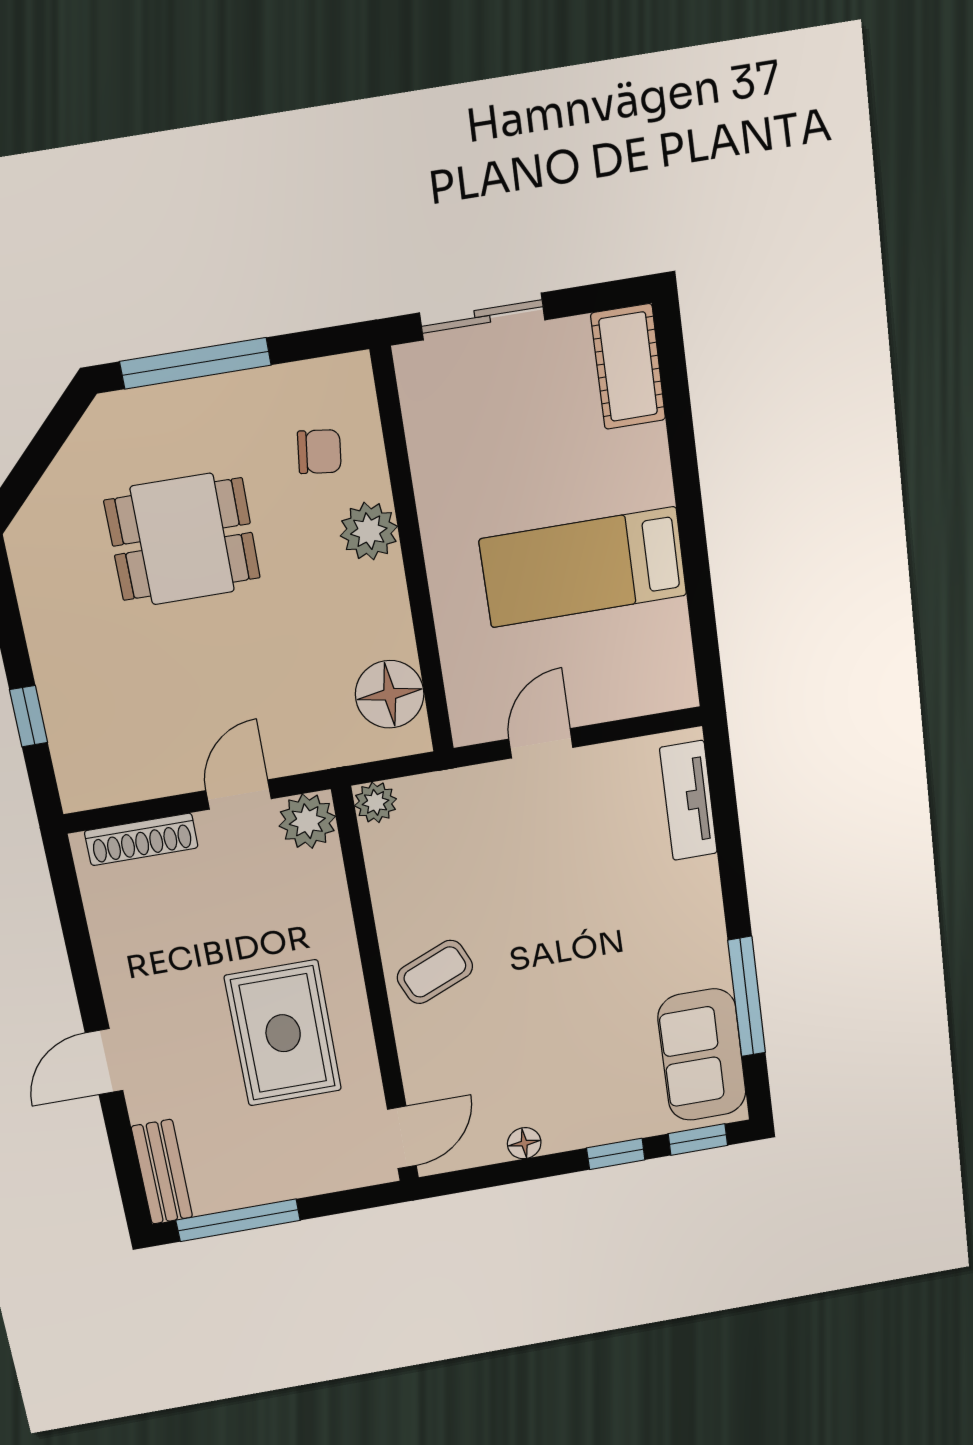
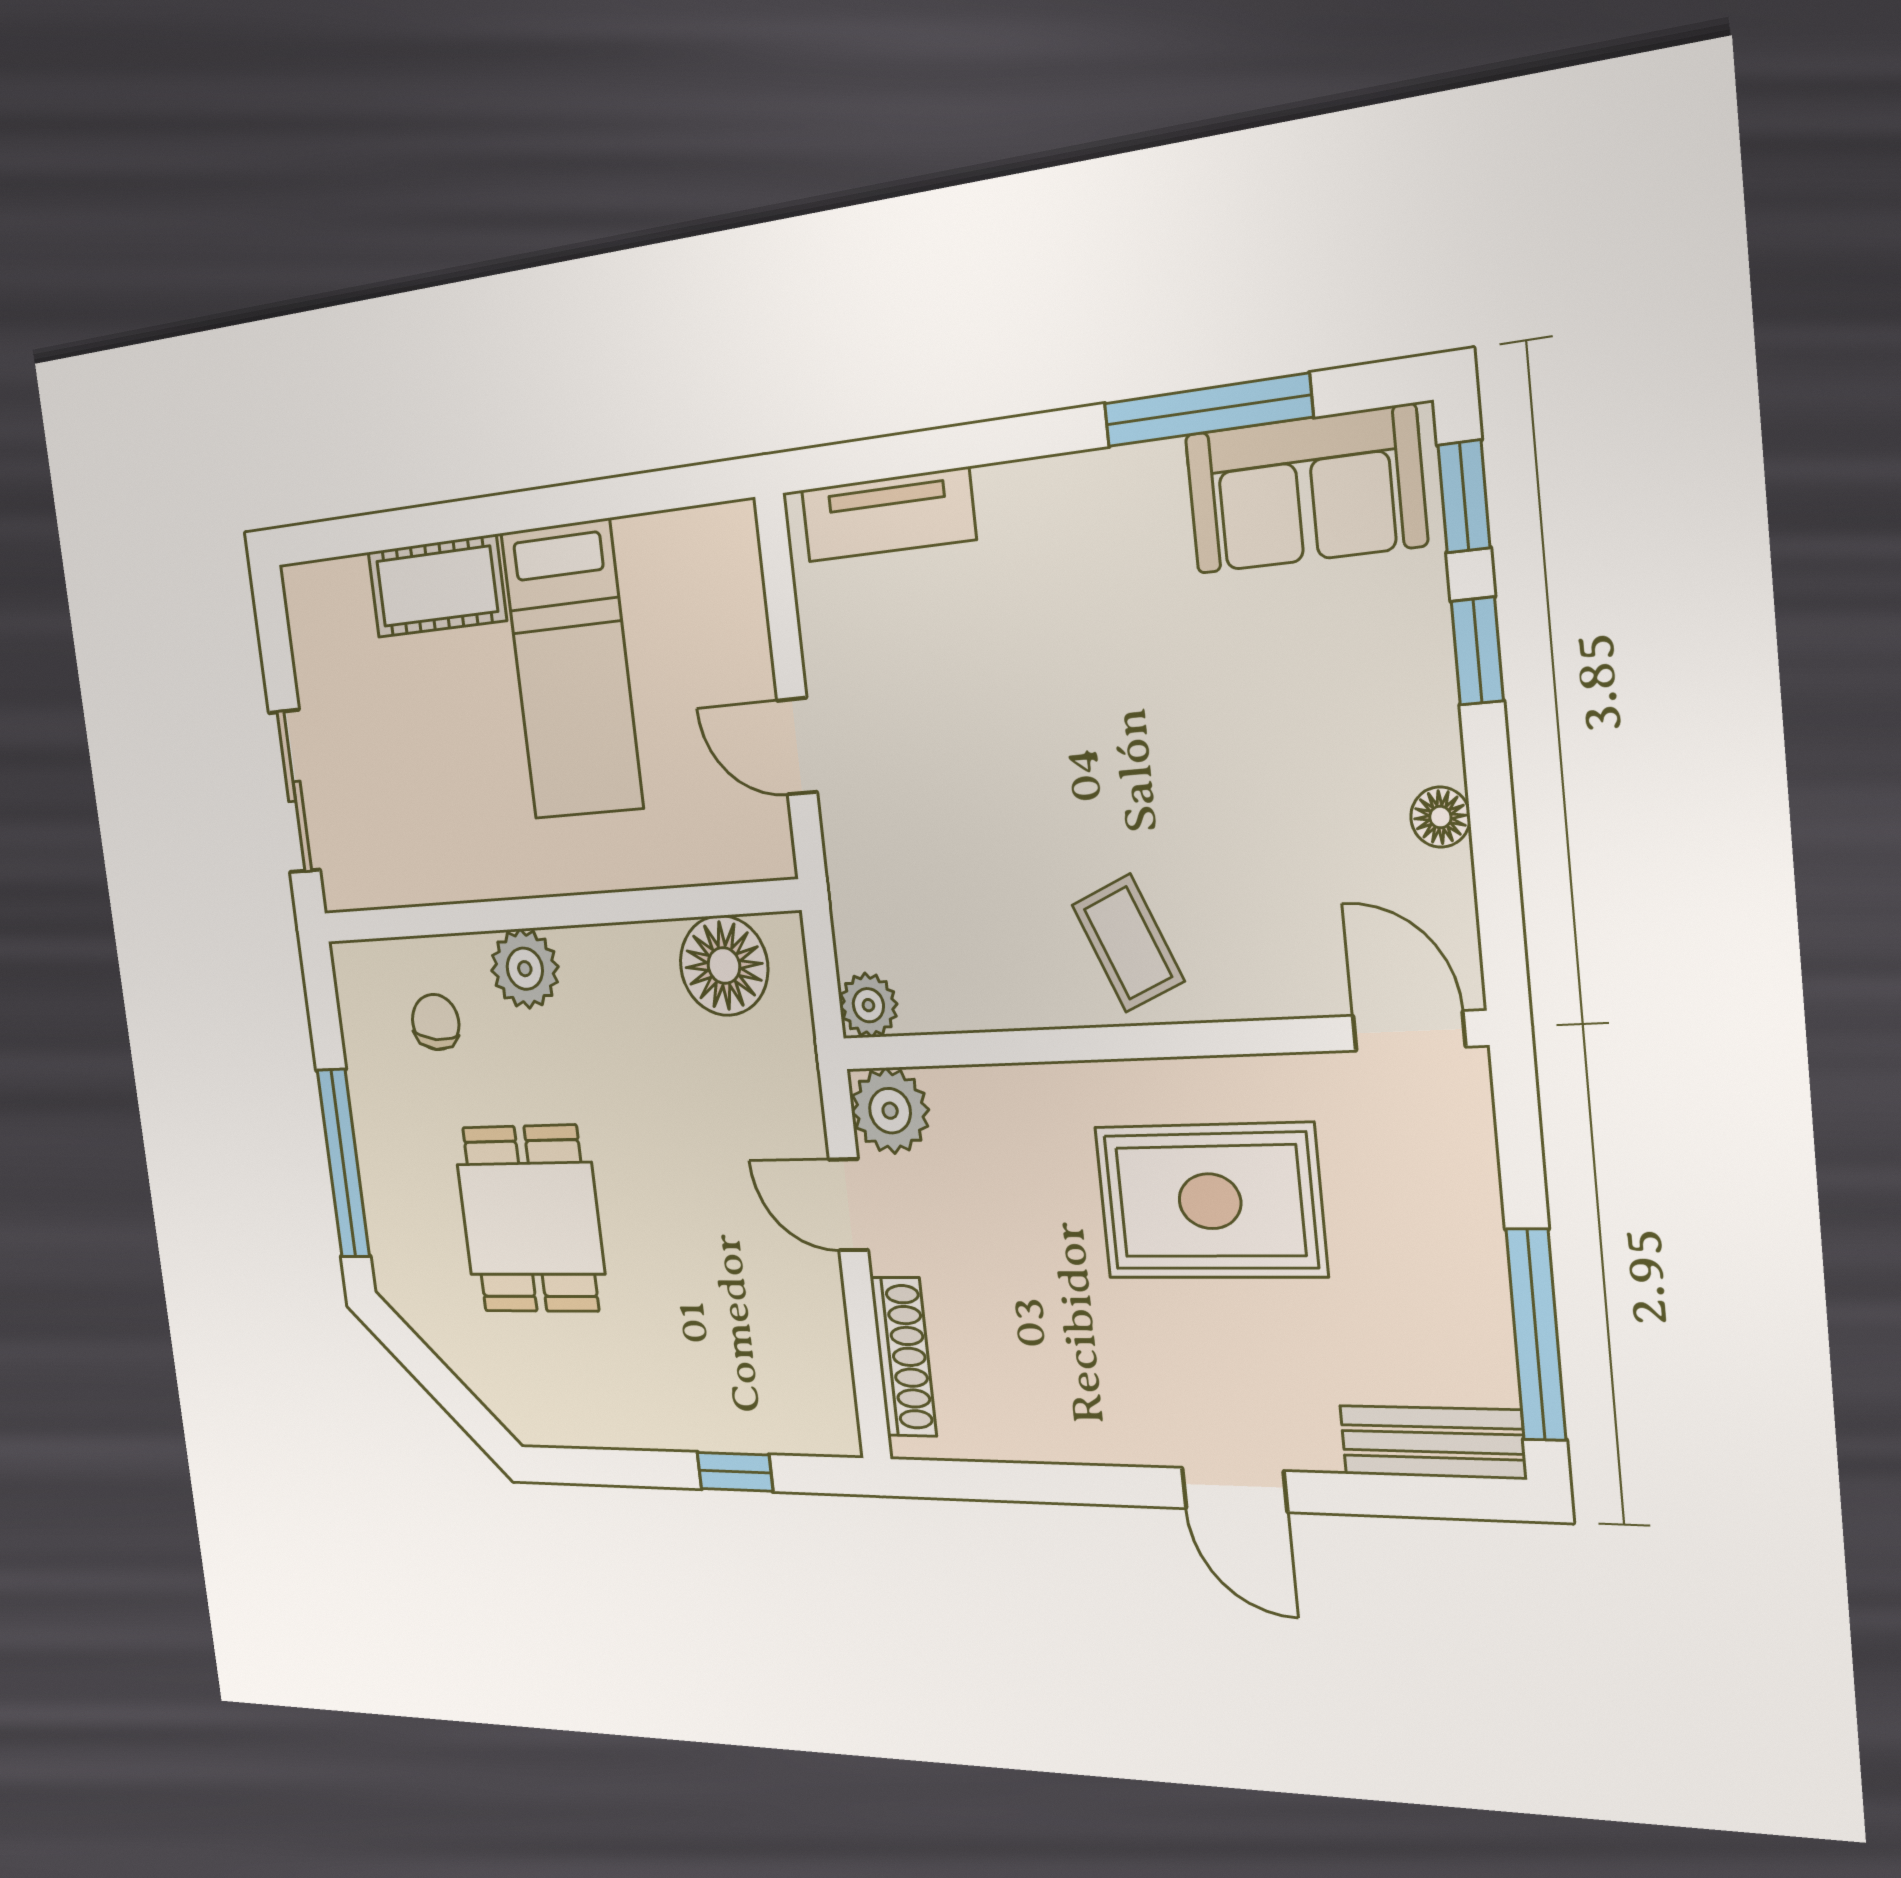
cot: (628, 367) -> (437, 586), moved

